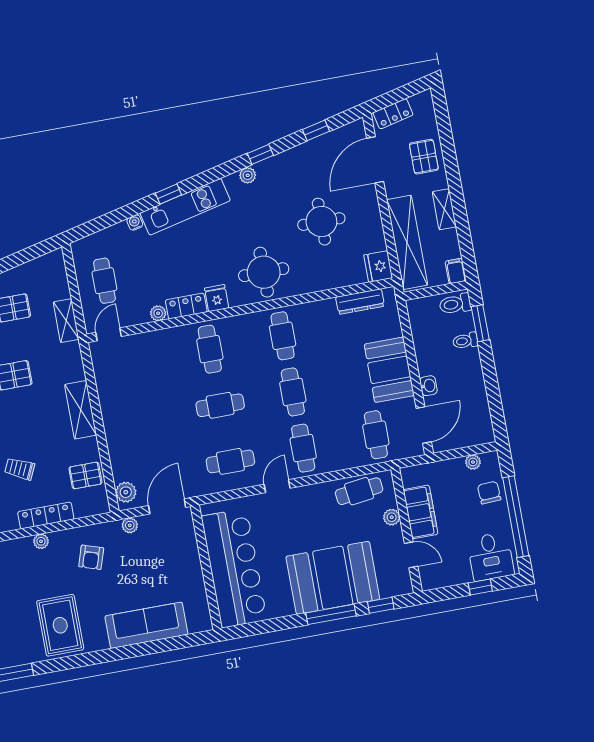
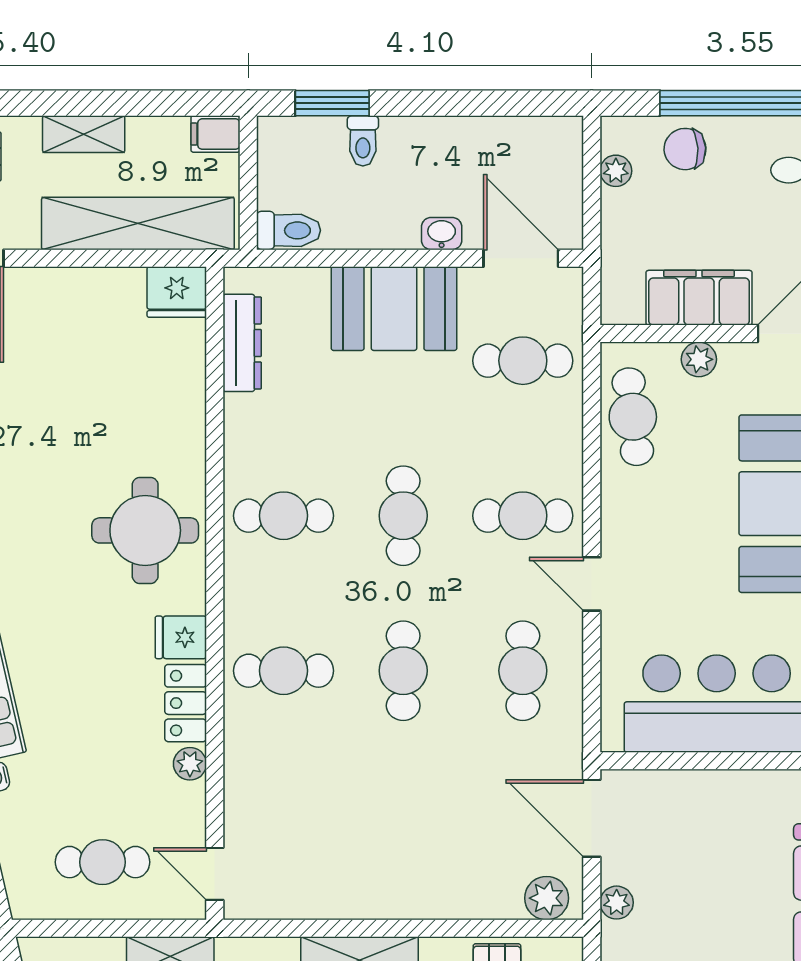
round table: (321, 222) -> (63, 392), removed
toilet: (455, 304) -> (288, 230), moved, turned -90
cafe table: (293, 392) -> (403, 516), turned 90

